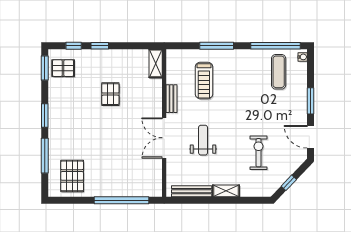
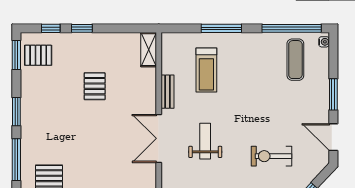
exercise bike: (259, 153) -> (271, 156), turned -90

